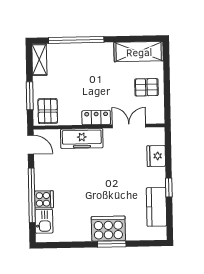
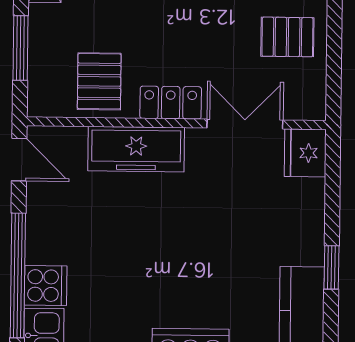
pallet: (48, 111) -> (99, 81), moved
fridge: (156, 156) -> (305, 153), moved

